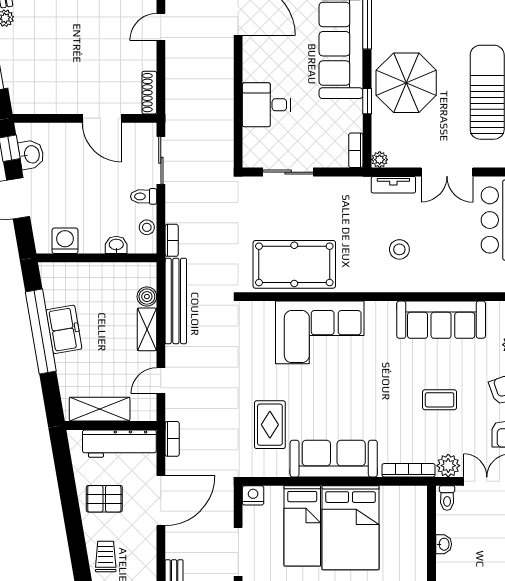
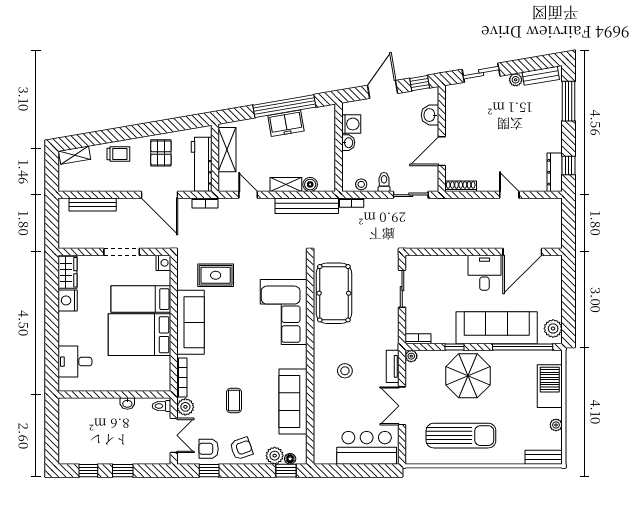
desk: (266, 105) -> (484, 273), moved
washbasin: (31, 154) -> (430, 115), moved, turned 100
washbasin: (116, 245) -> (348, 143), moved

